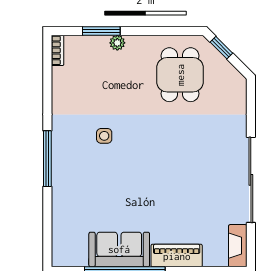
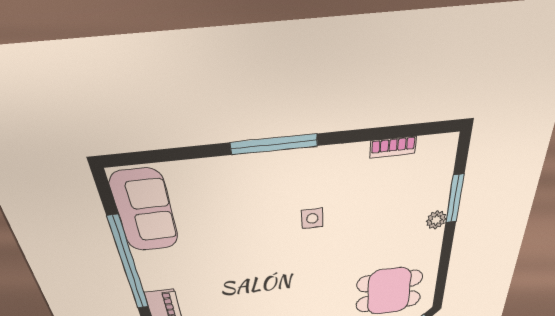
bookcase: (58, 50) -> (393, 147), moved
sofa: (119, 249) -> (145, 211), moved

